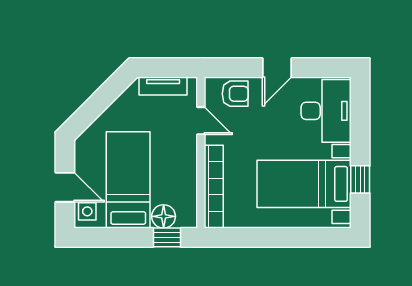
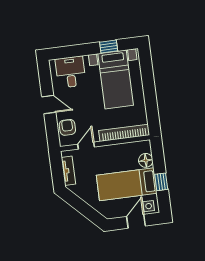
desk: (326, 111) -> (71, 72), width x0.73
window: (167, 237) -> (161, 182), moved

